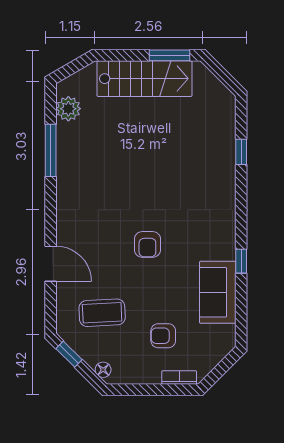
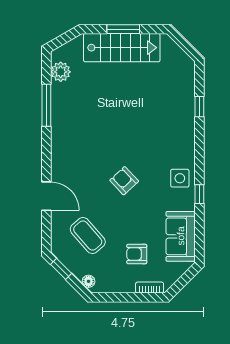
window: (169, 55) -> (123, 29), moved
side table: (217, 241) -> (180, 178), added
armchair: (147, 244) -> (124, 181), turned 137
sofa: (218, 292) -> (181, 236), moved
coffee table: (102, 313) -> (88, 236), turned 52

